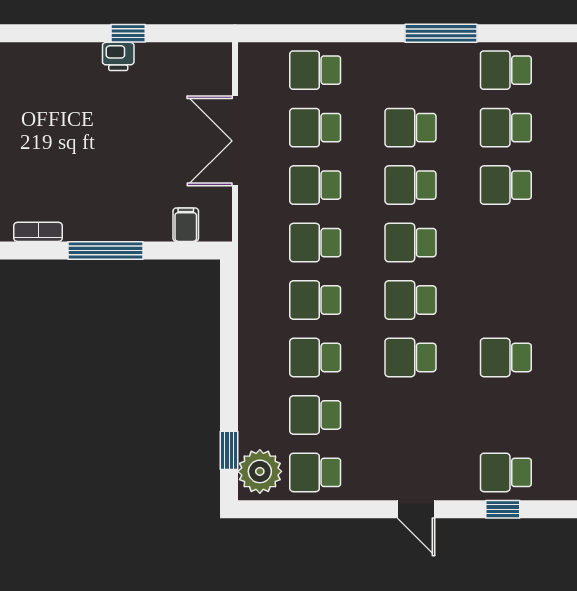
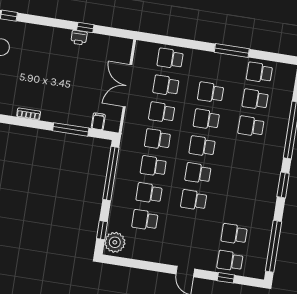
window: (106, 250) -> (71, 129), moved
window: (229, 329) -> (111, 173), added
school desk: (506, 357) -> (234, 234), moved
school desk: (315, 472) -> (141, 247), removed

